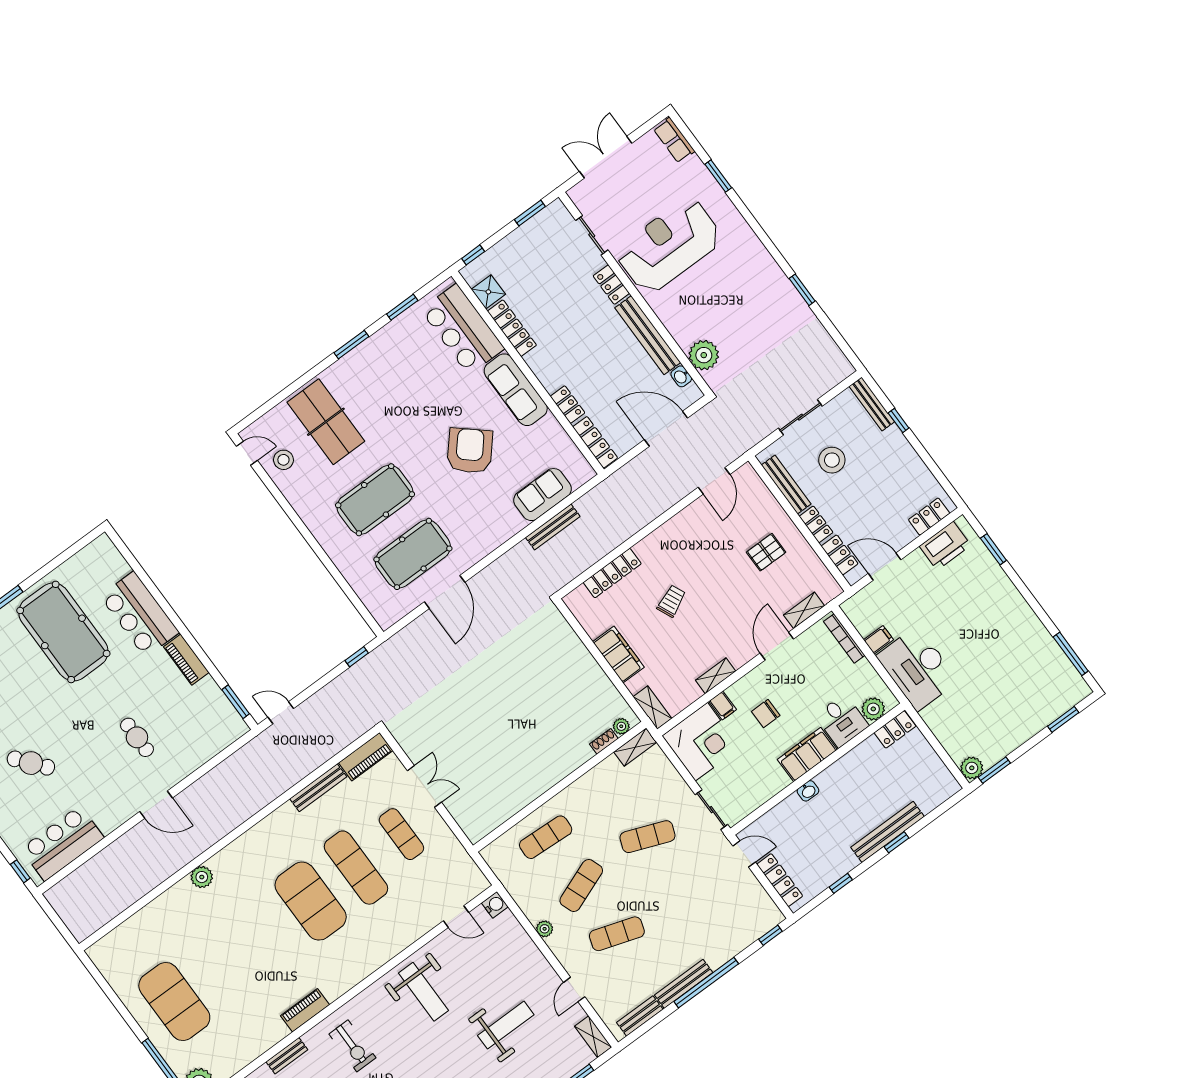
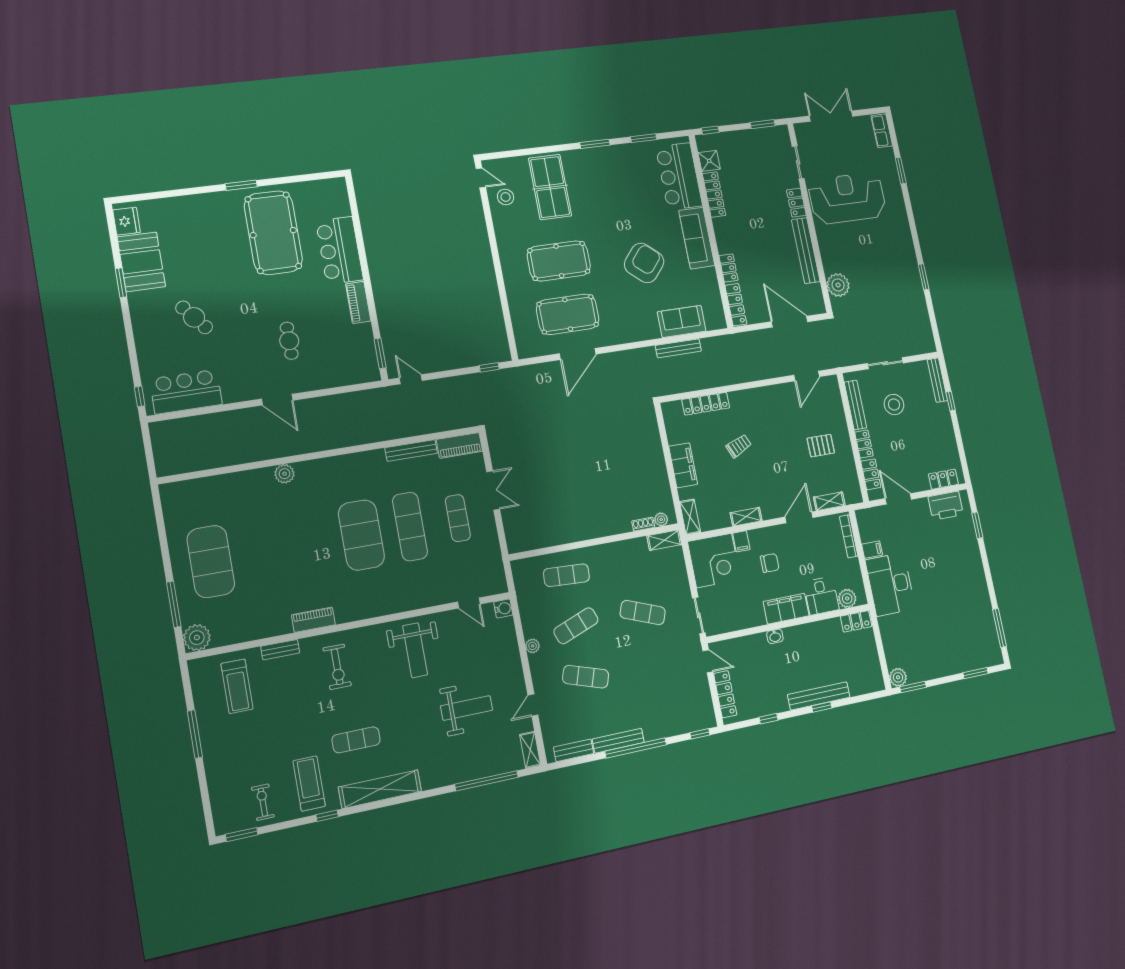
washbasin: (681, 376) -> (816, 291), removed
chair: (766, 713) -> (770, 563), turned 180

